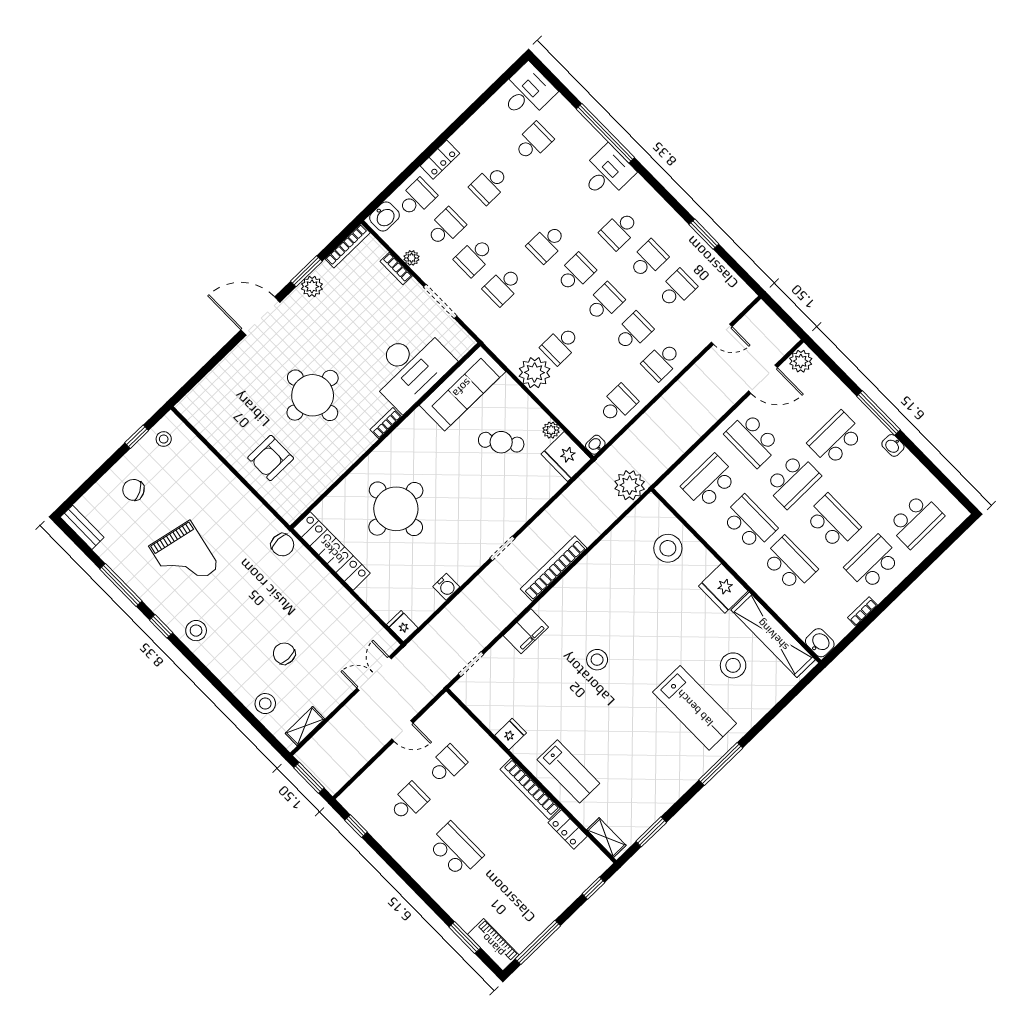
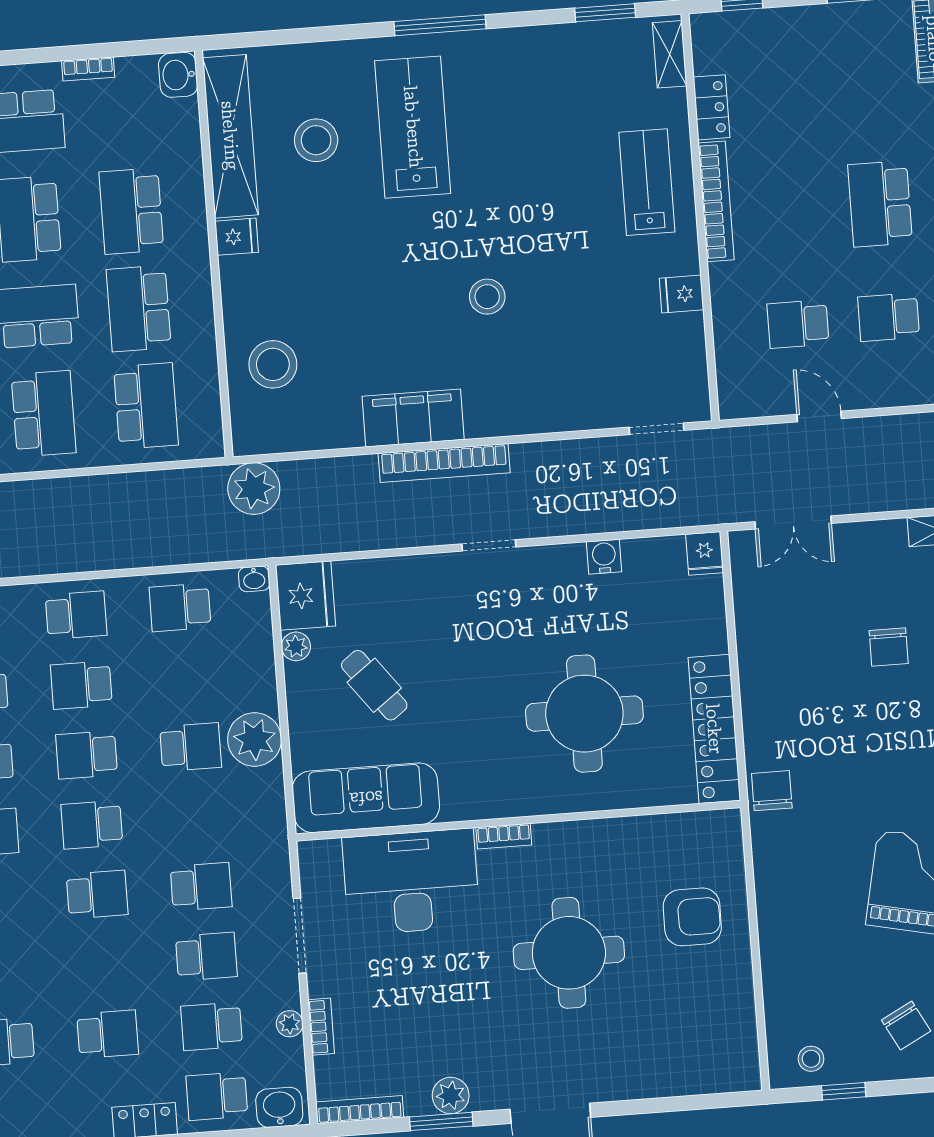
school desk: (709, 482) -> (146, 406), turned -90
fridge: (723, 588) -> (237, 237), width x0.53, depth x0.75
filing cabinet: (526, 631) -> (413, 418), moved, width x1.50, depth x1.17

